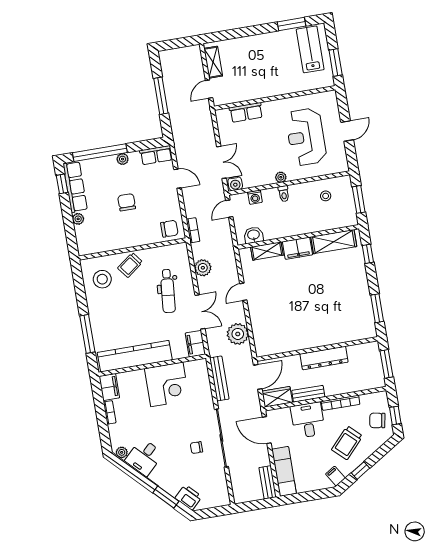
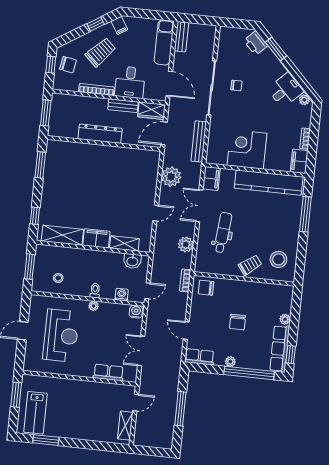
double door: (221, 162) -> (141, 351), moved

